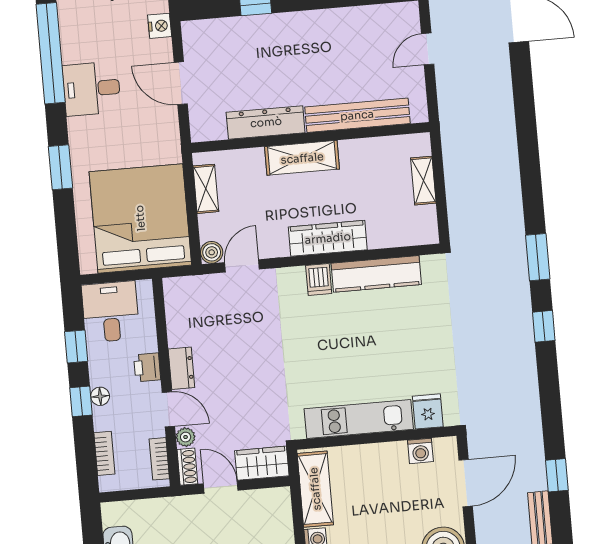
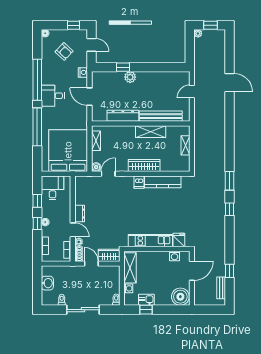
plant: (275, 27) -> (130, 77), added
shelving: (302, 158) -> (151, 132), moved
window: (61, 167) -> (37, 127), width x2.11
printer: (147, 367) -> (66, 212), removed

